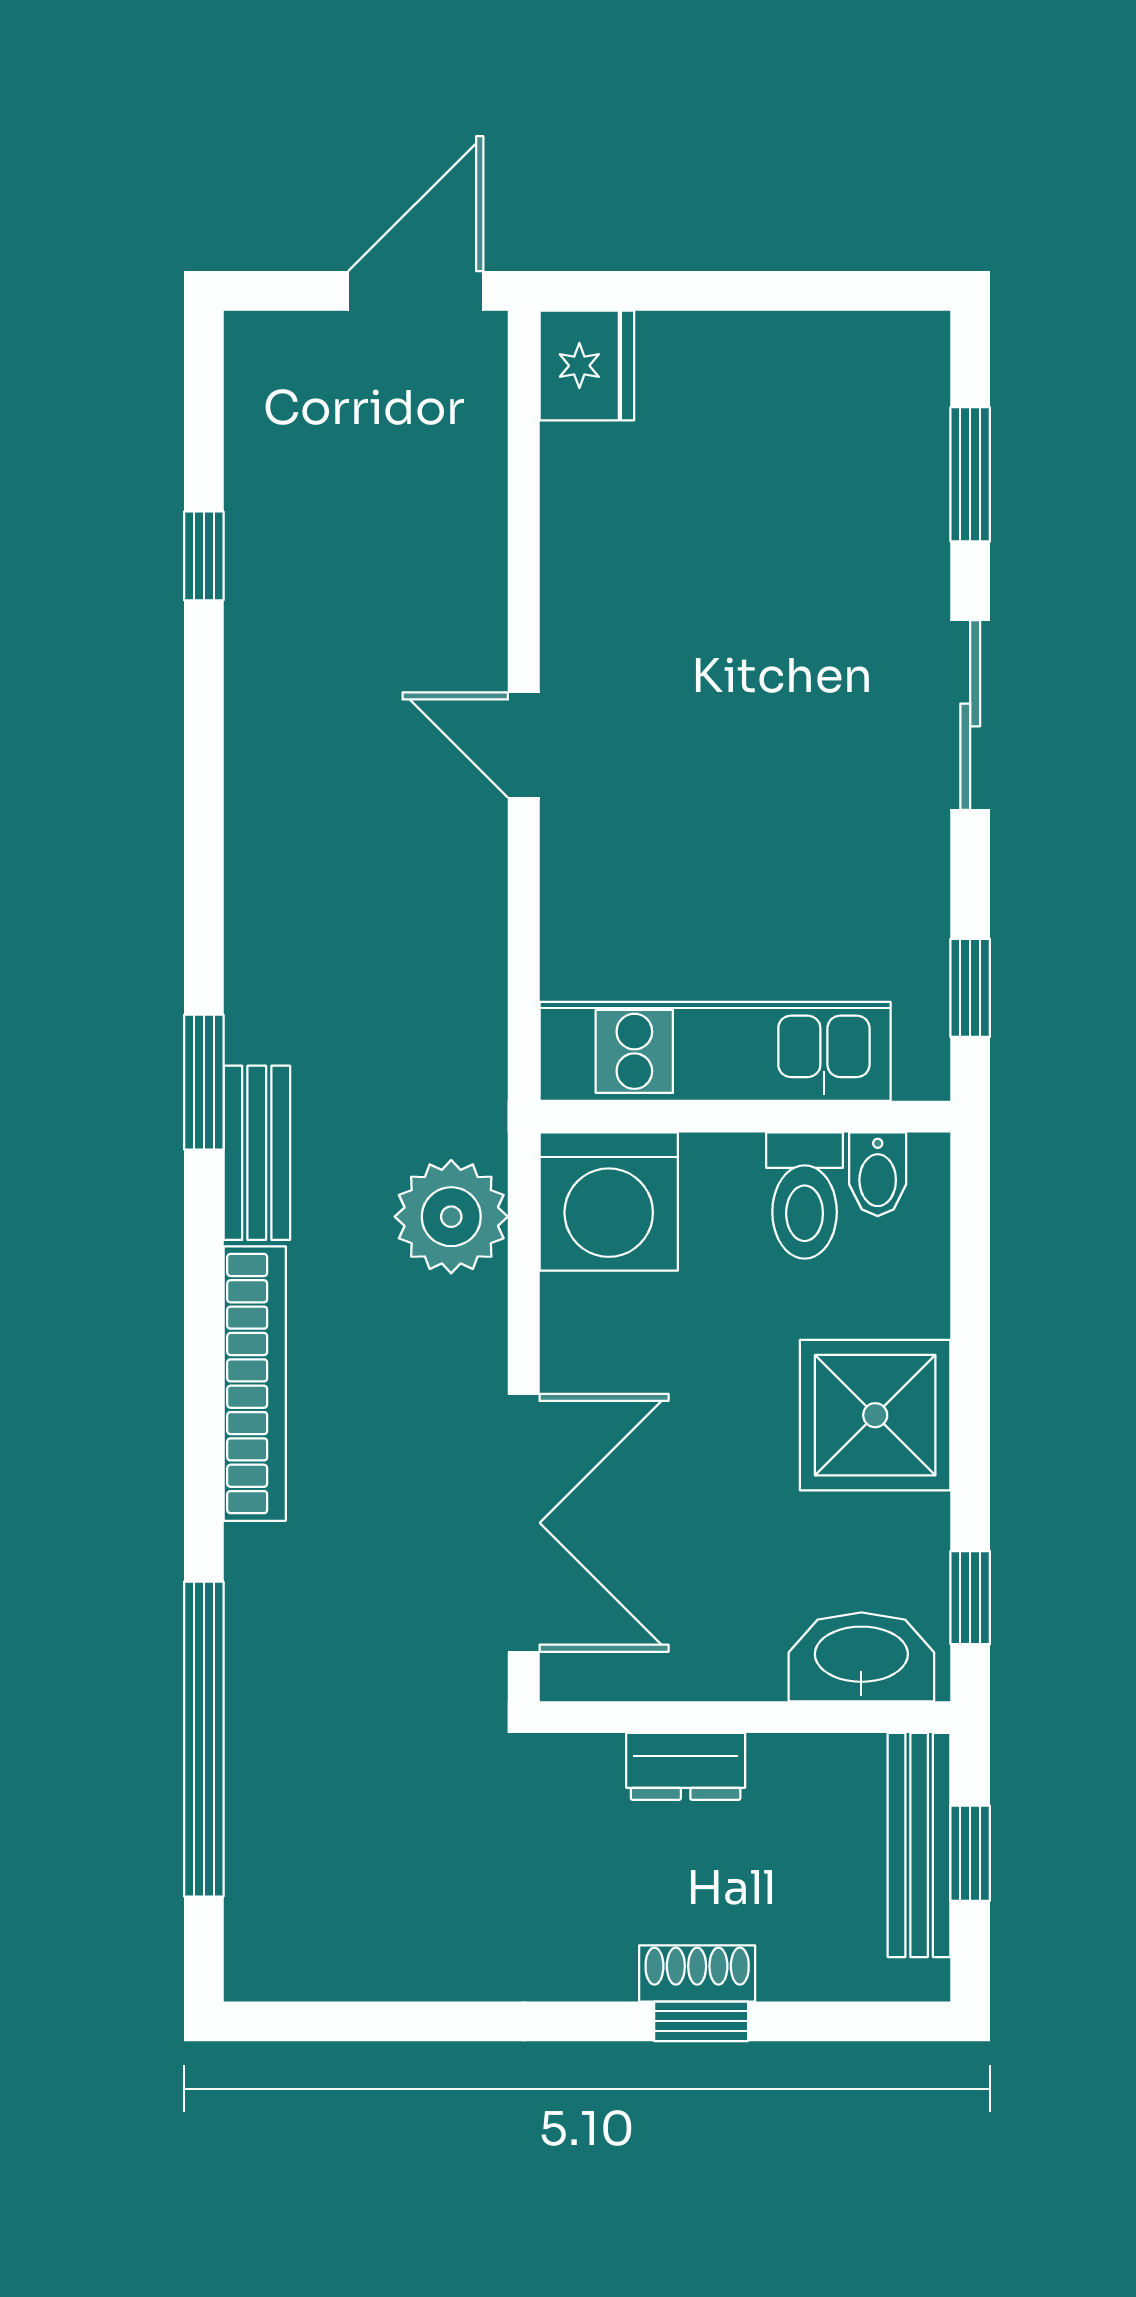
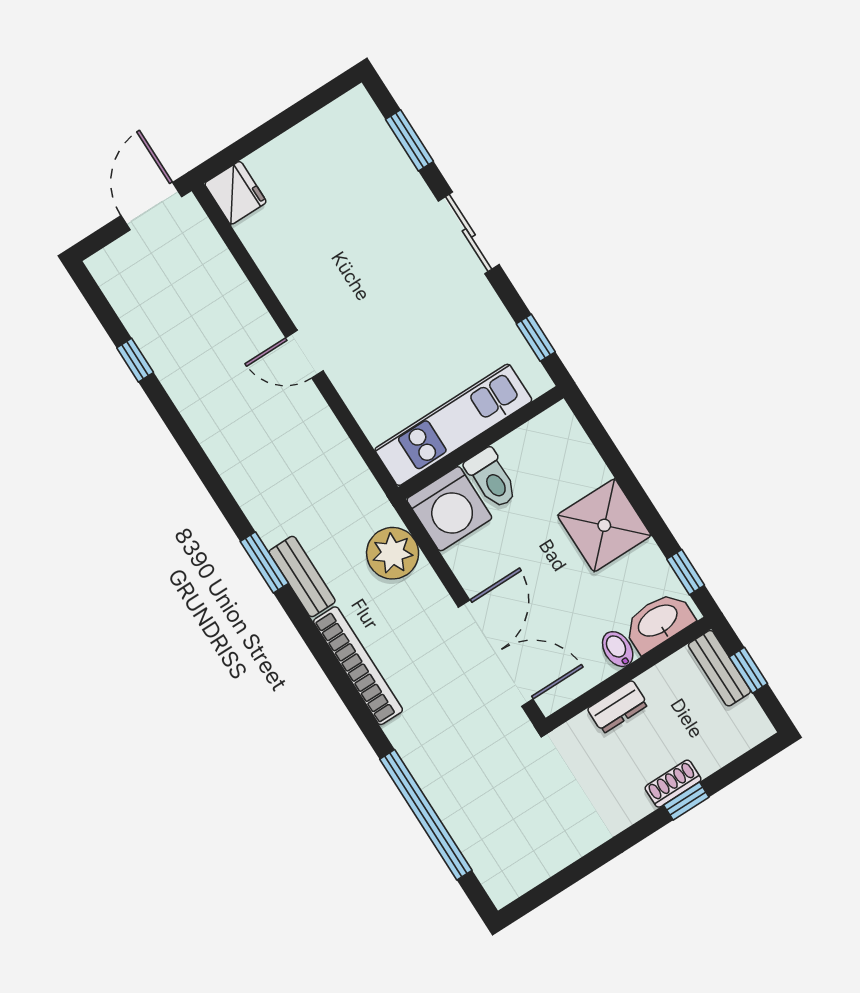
bidet: (878, 1174) -> (618, 649), moved, turned 180
toilet: (805, 1196) -> (492, 478), moved
bench: (919, 1845) -> (719, 668), width x0.73

